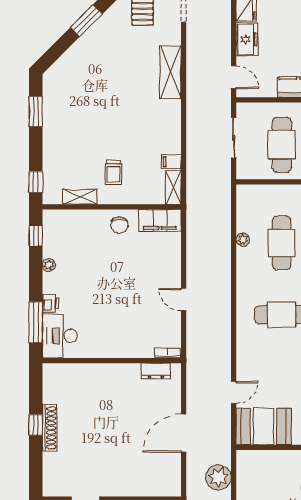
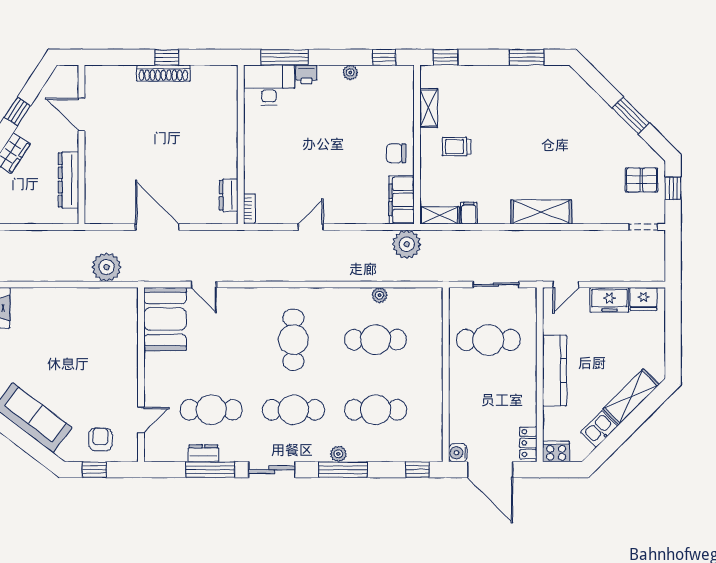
shelving: (170, 72) -> (541, 212), moved
plant: (198, 216) -> (407, 244), added

